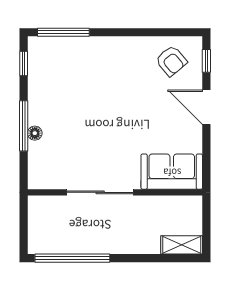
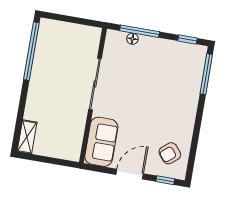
sofa: (172, 172) -> (101, 142), moved
sliding door: (100, 192) -> (95, 84), moved
wall: (115, 192) -> (93, 95), moved

